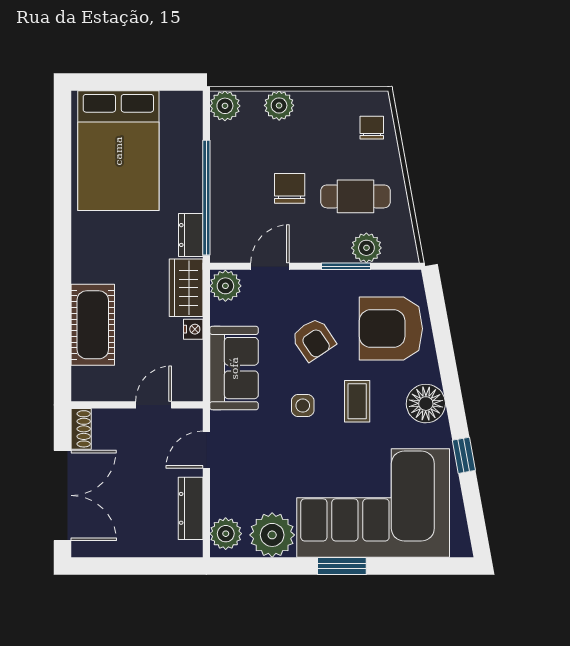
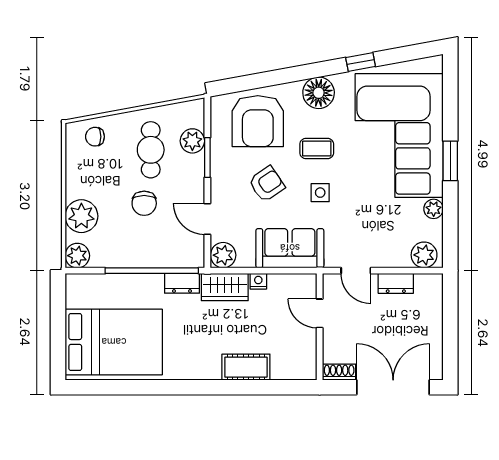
plant: (279, 105) -> (81, 216), width x1.36, depth x1.36
chair: (290, 188) -> (144, 203), turned -90
cot: (93, 325) -> (246, 367), width x0.73, depth x0.75
dresser: (191, 508) -> (396, 283), width x0.70
plant: (272, 535) -> (434, 209), width x0.53, depth x0.53

